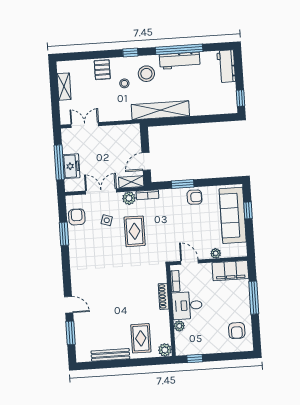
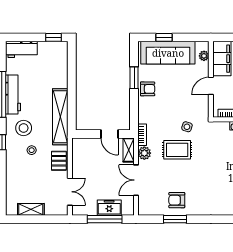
pallet: (102, 70) -> (59, 161), moved, turned 90
double door: (85, 125) -> (70, 192), swing flipped
window: (183, 184) -> (134, 78), moved
armchair: (194, 197) -> (148, 89), turned 90
armchair: (77, 217) -> (177, 200), moved
side table: (107, 220) -> (187, 127), moved
plant: (216, 253) -> (204, 56), moved
door: (190, 262) -> (211, 86), moved

